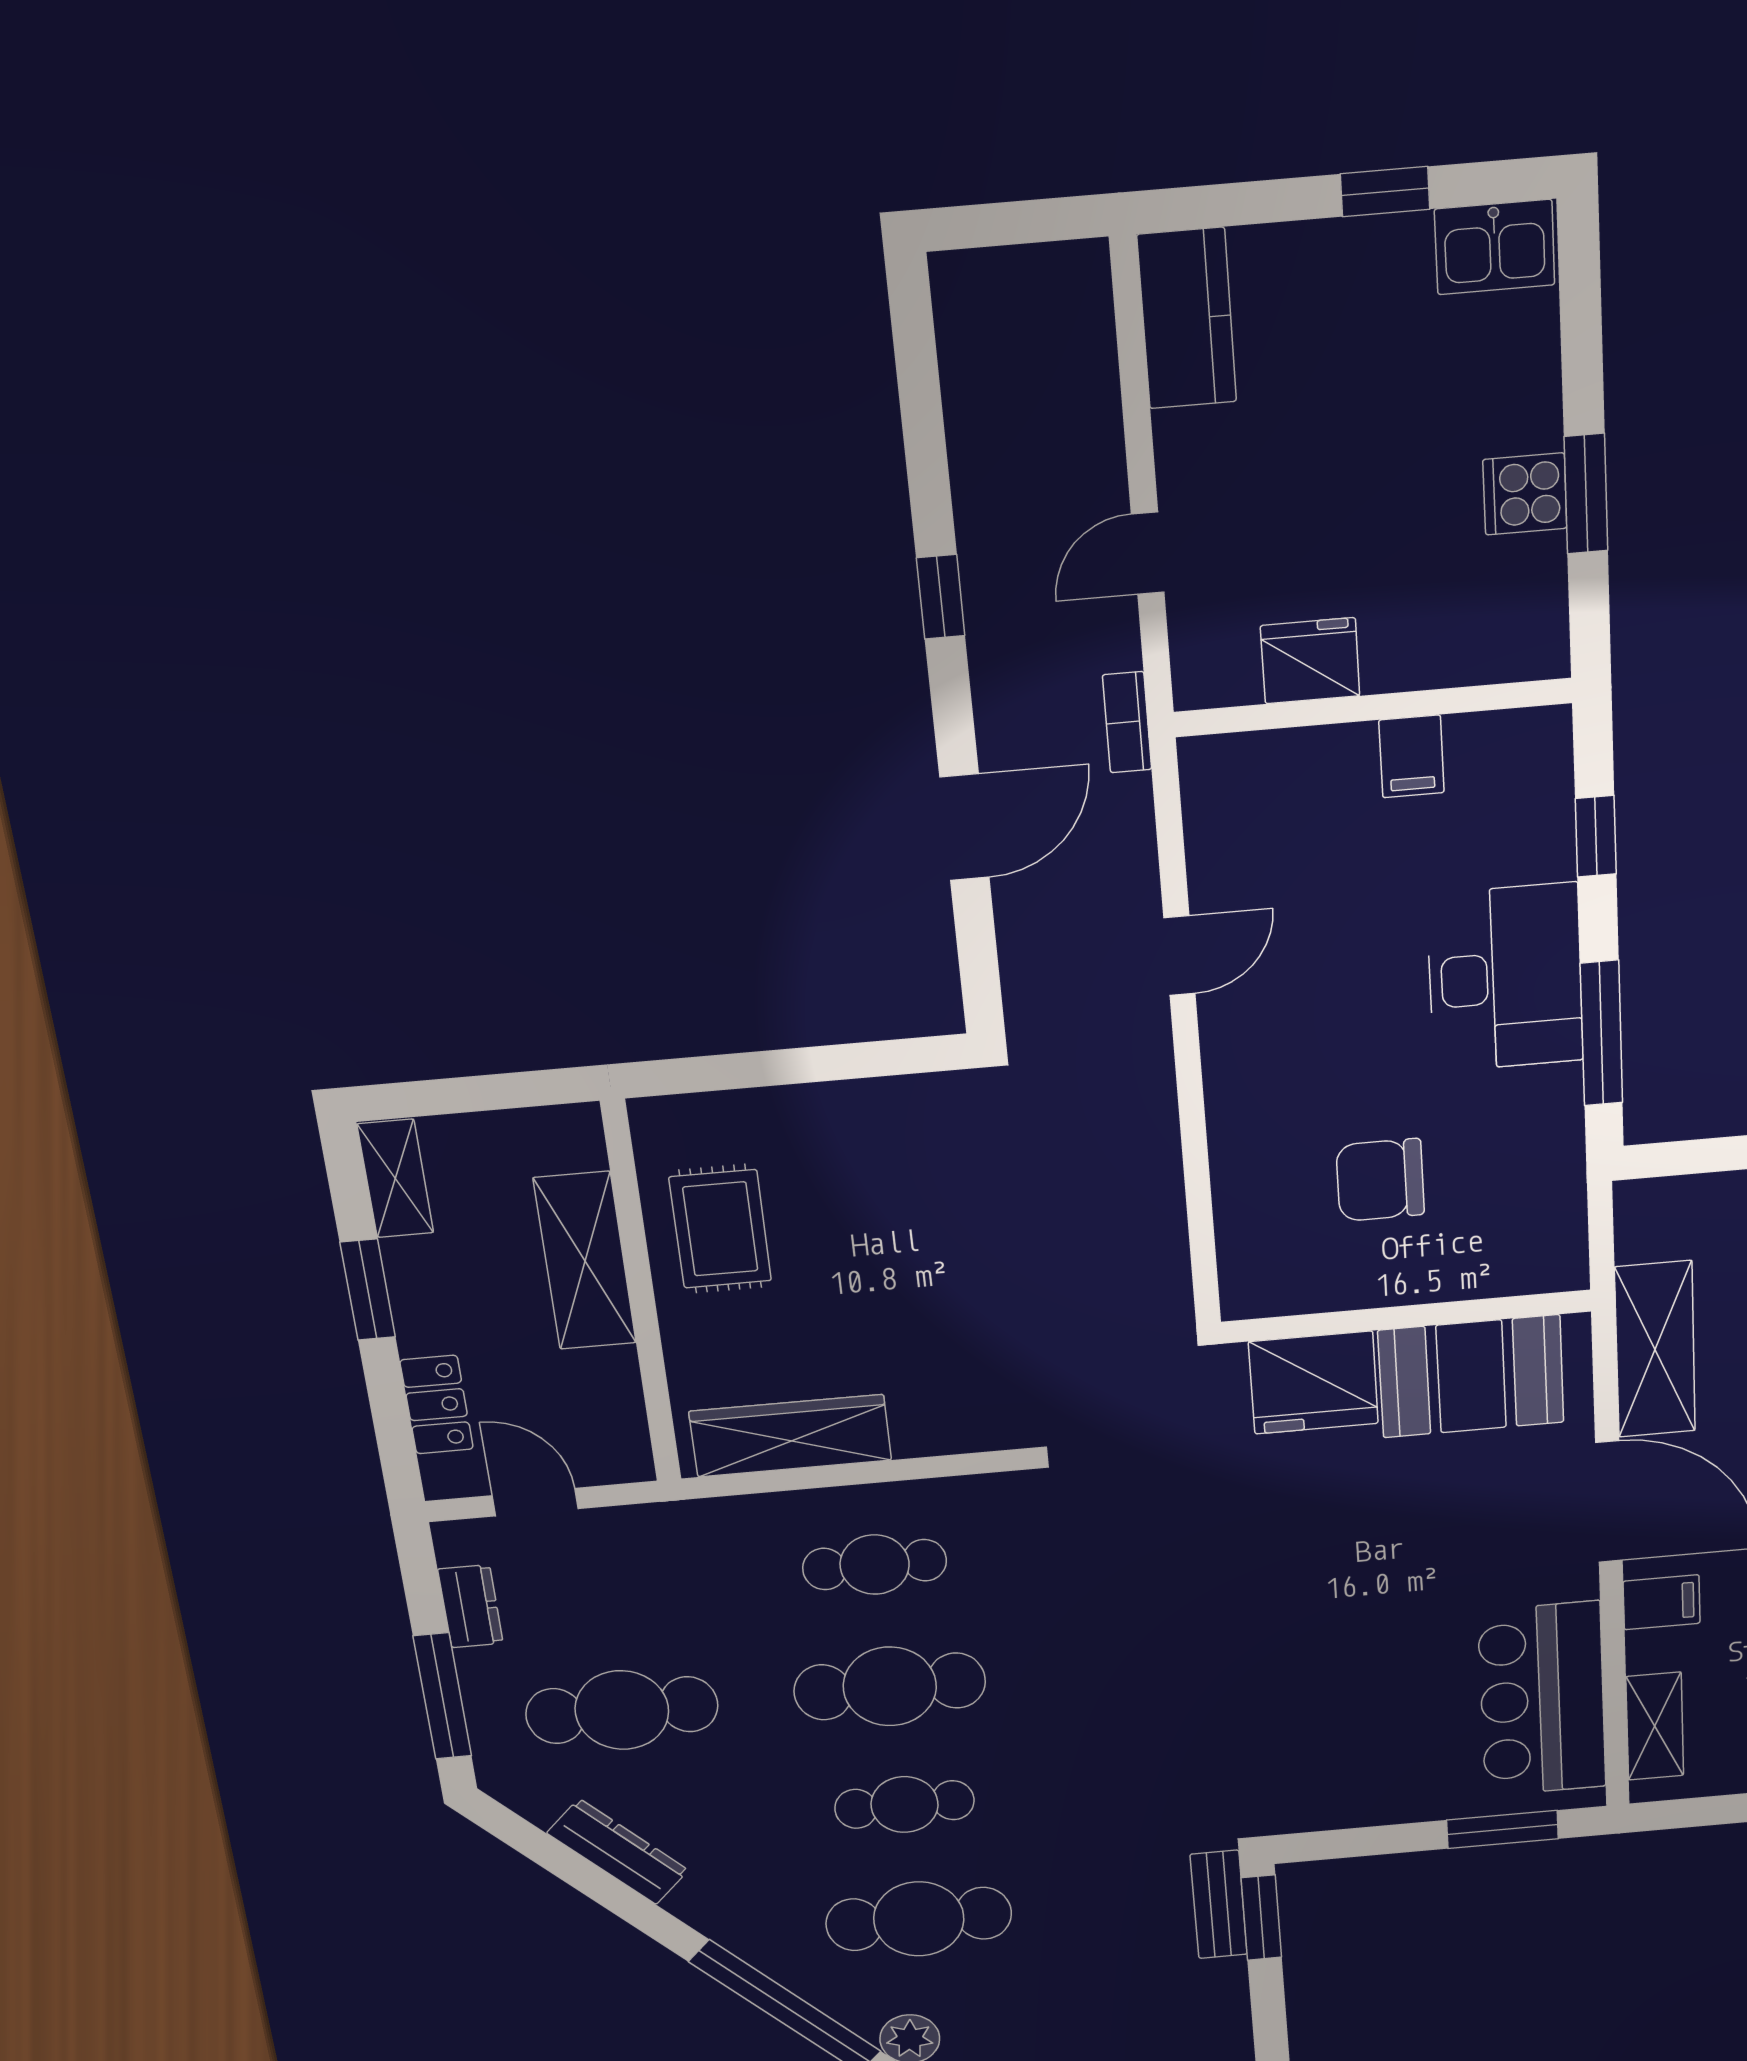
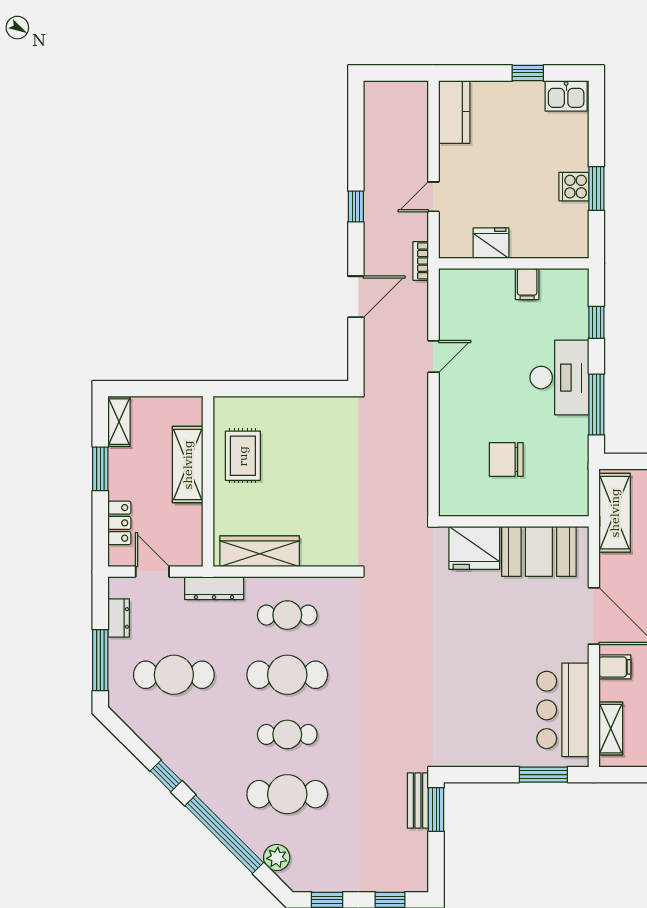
shelving: (1655, 1349) -> (615, 513), moved
dresser: (618, 1852) -> (214, 588), moved, turned 135
window: (635, 1909) -> (166, 776), added

